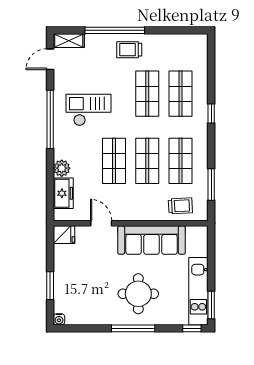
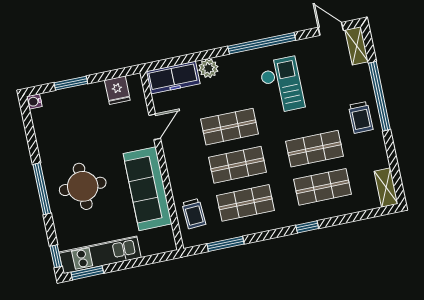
shelving: (192, 41) -> (386, 187), added
trolley: (129, 50) -> (361, 117), turned 180
freezer: (63, 193) -> (173, 78), width x1.40
fridge: (64, 235) -> (117, 90), moved

